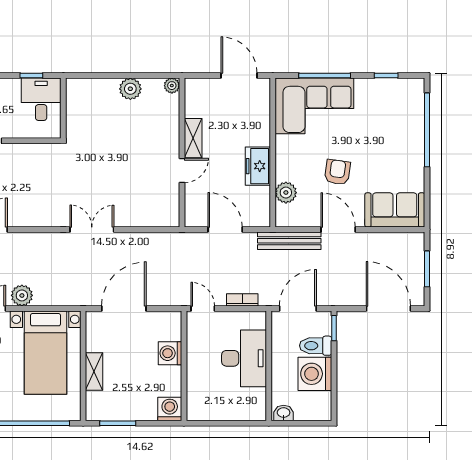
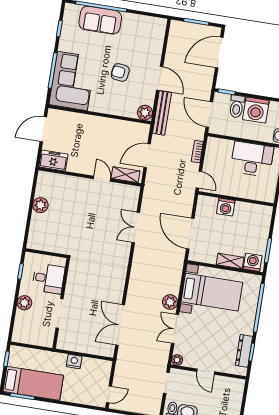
plant: (172, 86) -> (43, 176), removed
desk: (41, 99) -> (48, 279), moved, turned 180
shelving: (193, 138) -> (126, 175), moved
freezer: (258, 166) -> (53, 161), moved, turned 180
plant: (286, 193) -> (145, 113), moved
sofa: (395, 210) -> (100, 20), moved, turned -90
double door: (92, 230) -> (136, 227), moved
door: (338, 230) -> (160, 78), swing flipped
door: (203, 309) -> (199, 180), swing flipped
desk: (244, 358) -> (252, 159), moved
washing machine: (170, 409) -> (253, 262), moved, turned 90

